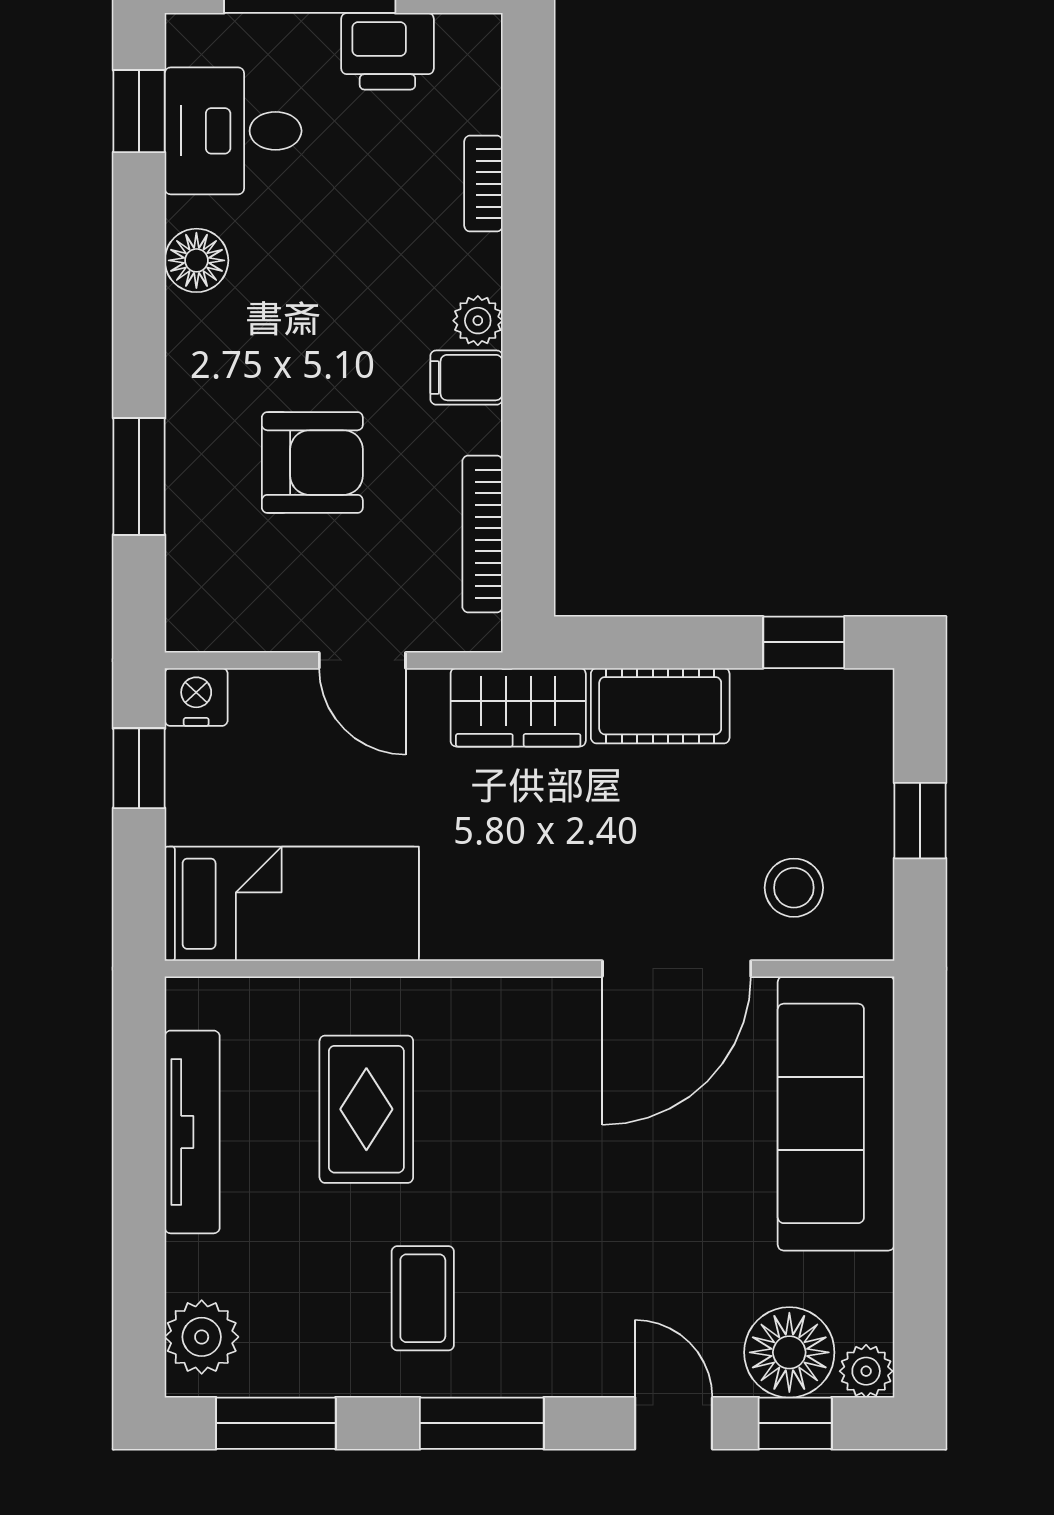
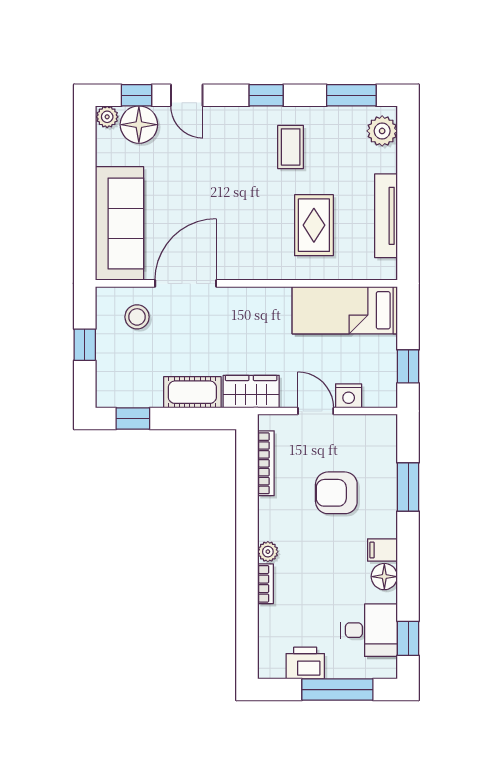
bookcase: (483, 184) -> (266, 584), moved
filing cabinet: (466, 378) -> (382, 550), moved, turned 180
nightstand: (196, 697) -> (349, 396), moved
window: (482, 1423) -> (266, 95), width x0.67

